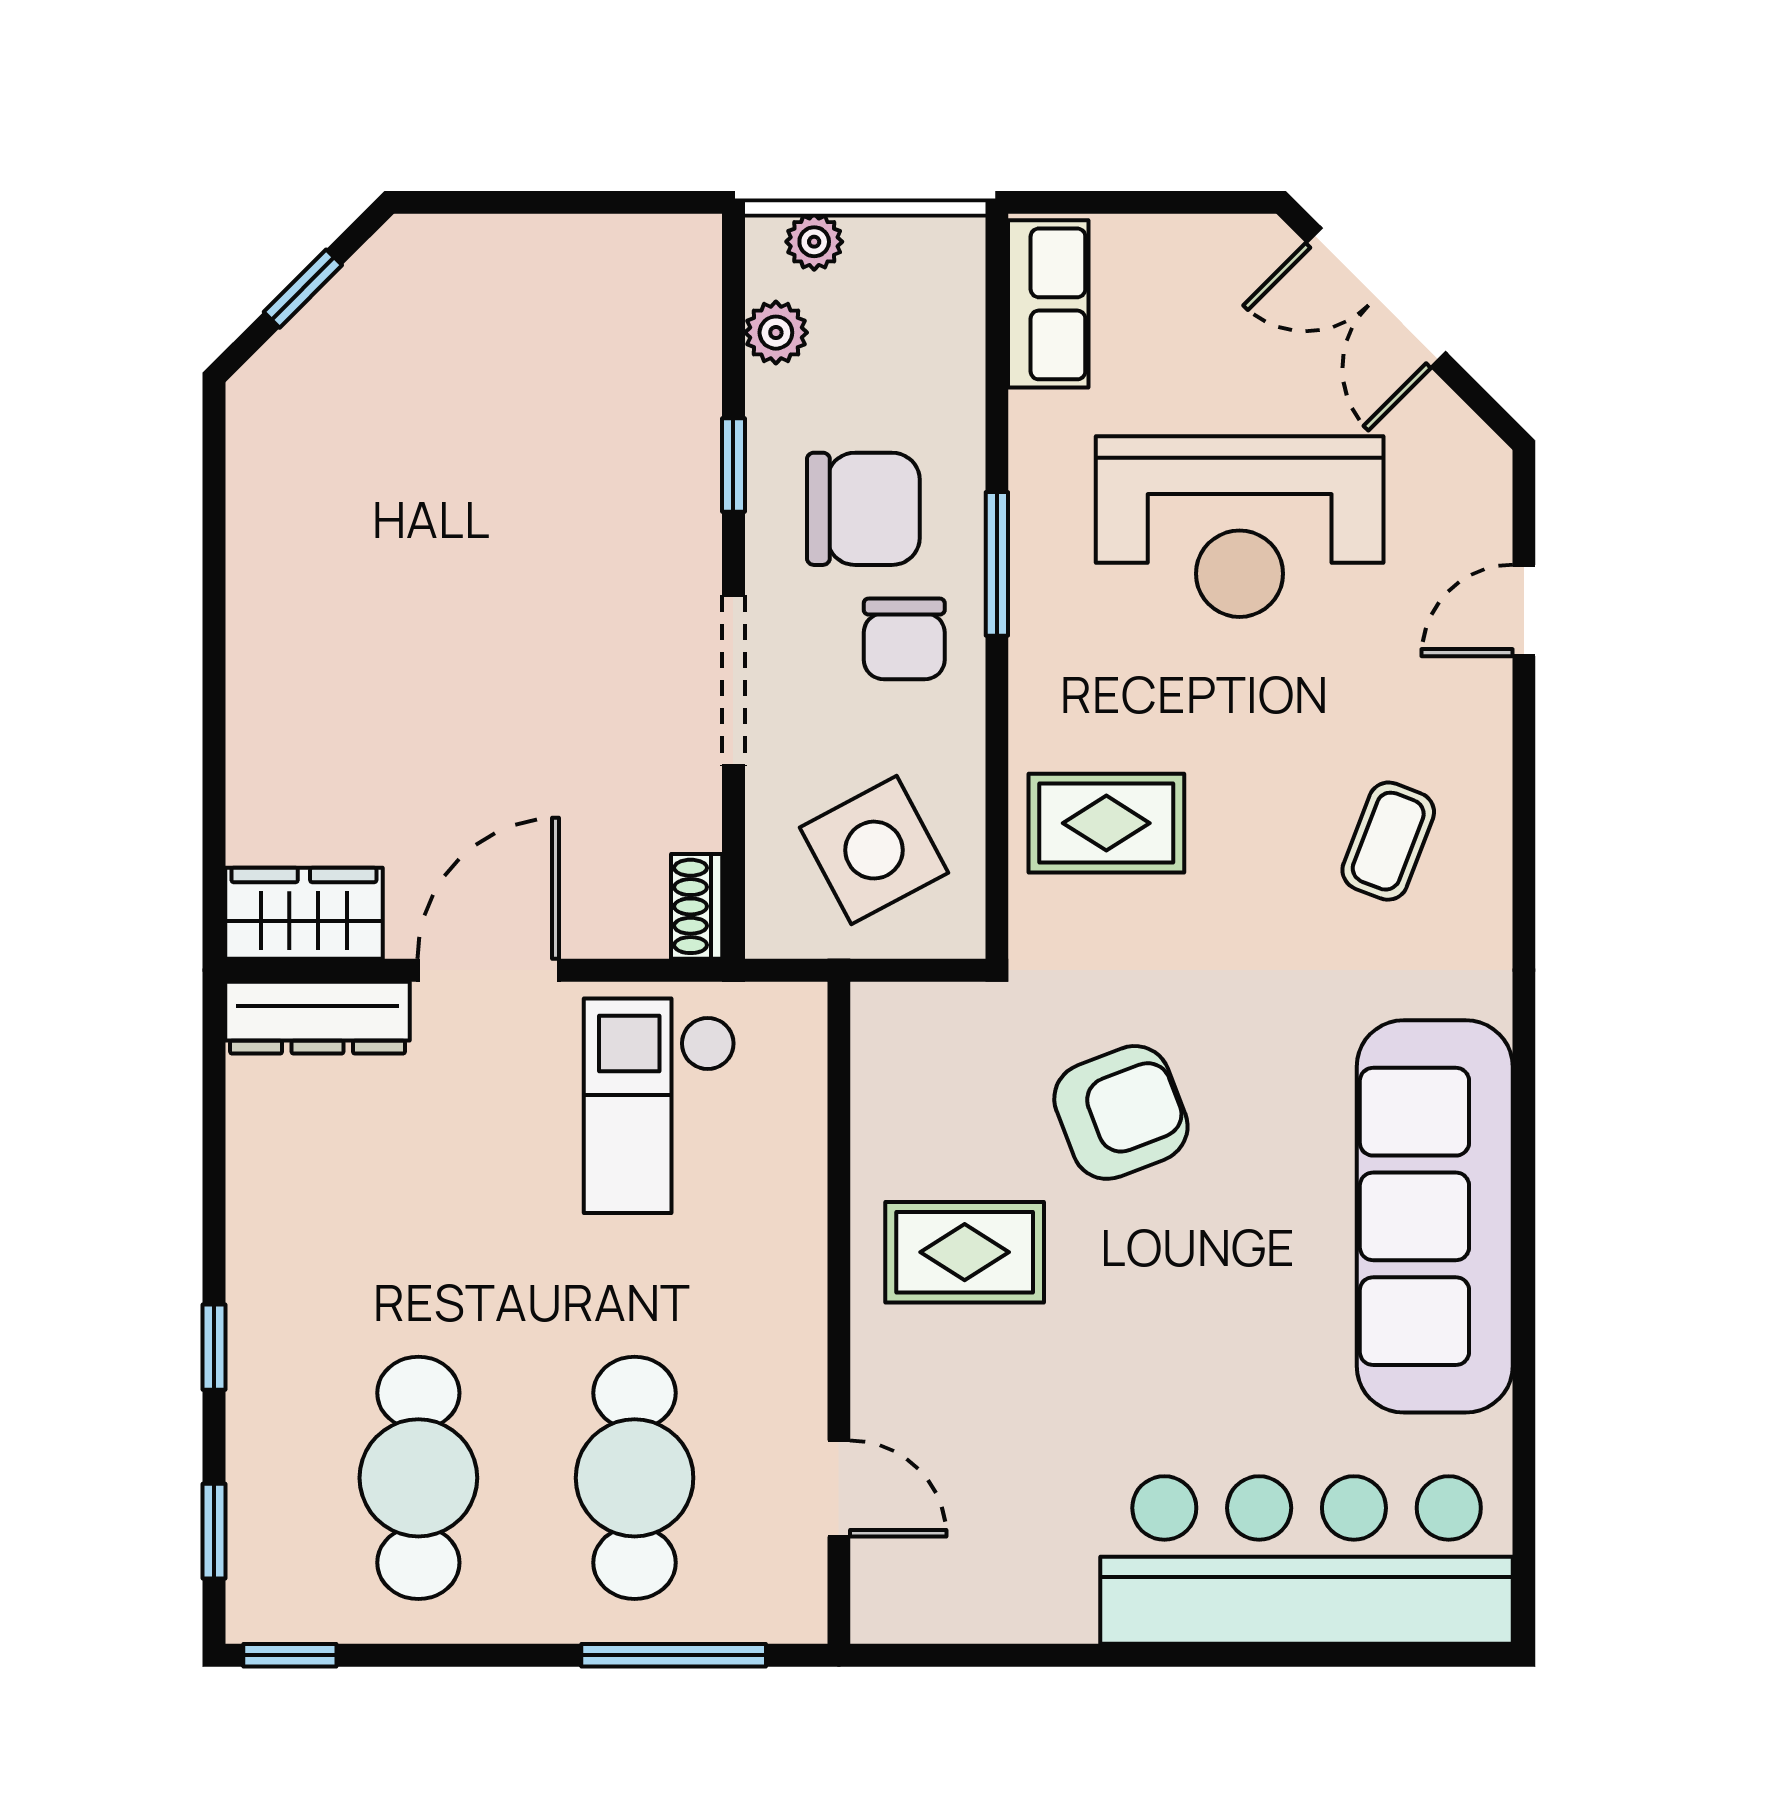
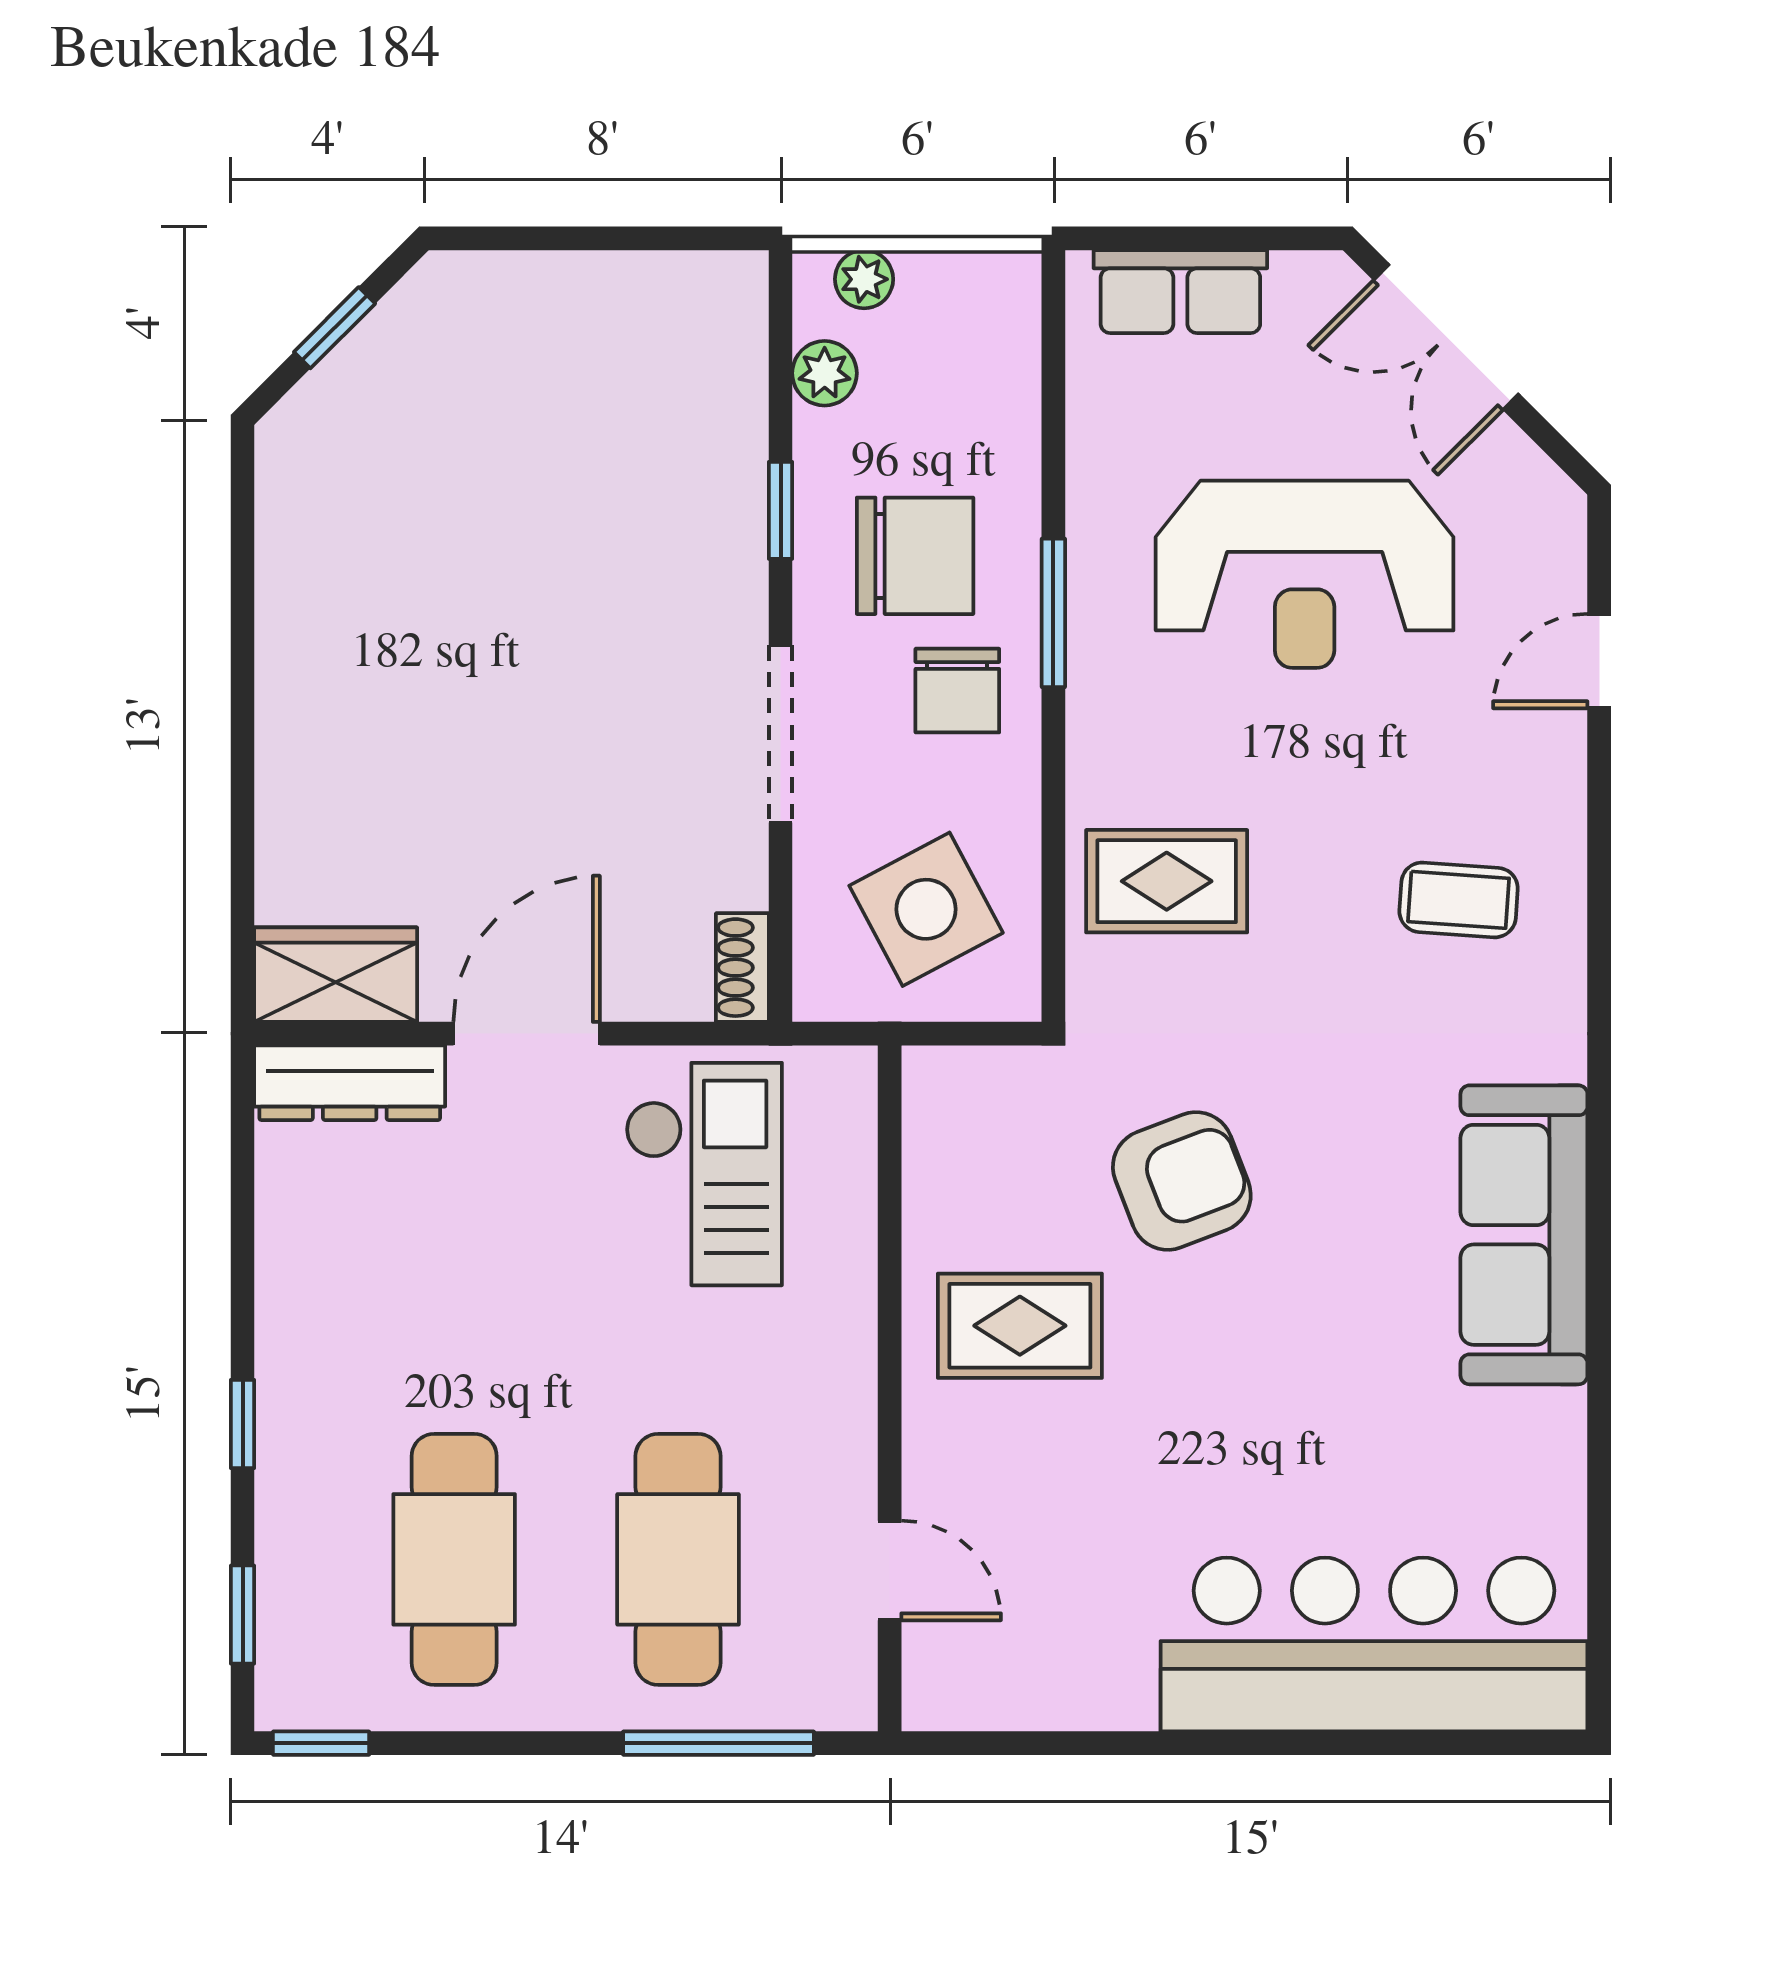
row of seats: (1048, 304) -> (1180, 292), moved, turned 90
coffee table: (1388, 841) -> (1459, 900), turned 73
checkout: (659, 1106) -> (704, 1174), turned 180
sofa: (1435, 1216) -> (1524, 1235), width x0.74, depth x0.79

